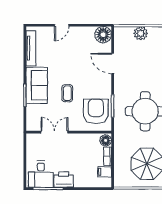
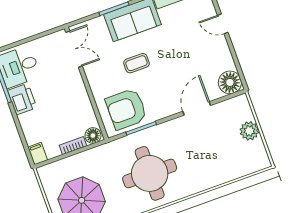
armchair: (96, 111) -> (126, 109), turned 180
double door: (54, 132) -> (74, 49), moved
filing cabinet: (104, 172) -> (38, 154), moved

